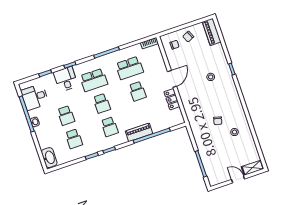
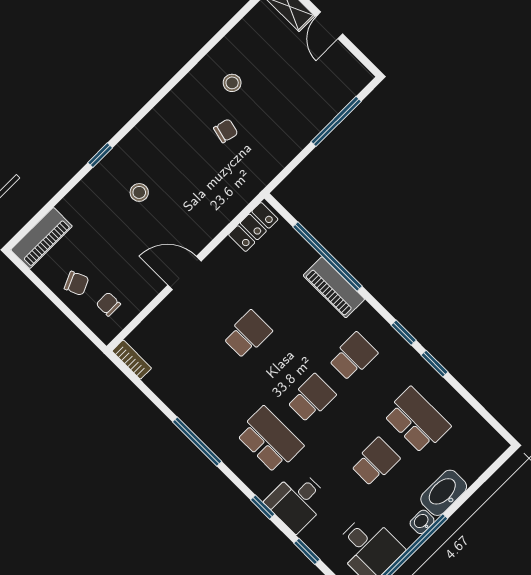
school desk: (130, 68) -> (206, 376), removed
locker: (172, 99) -> (253, 227), moved
school desk: (74, 139) -> (417, 420), width x1.85
washbasin: (49, 158) -> (444, 493), moved

